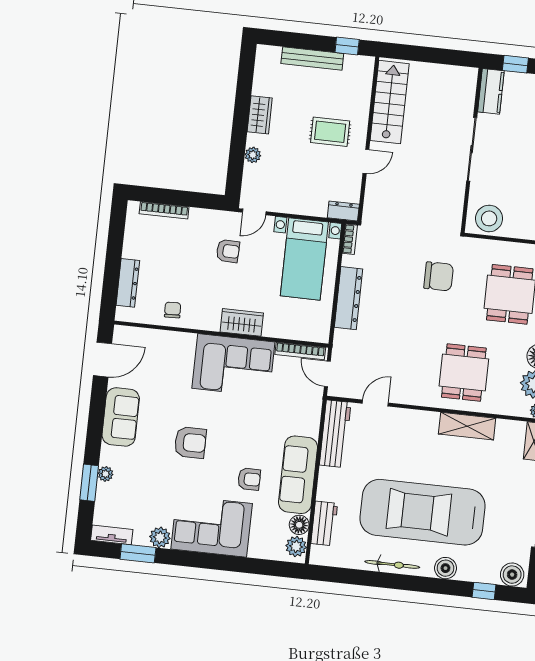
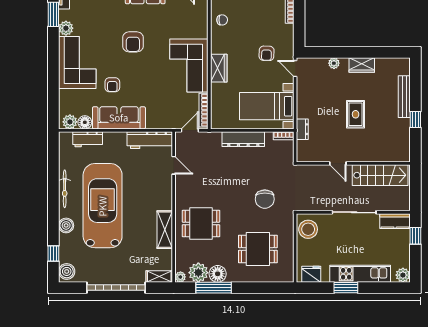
stairs: (390, 102) -> (380, 175), moved
wall: (368, 139) -> (353, 163), moved
door: (366, 161) -> (338, 163), moved

